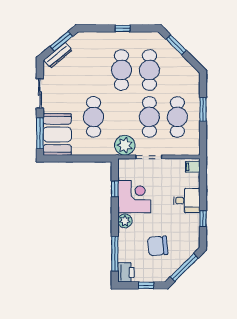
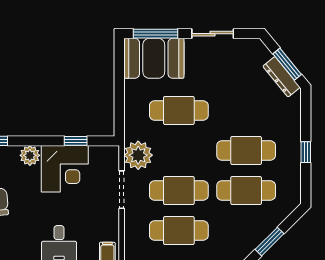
window: (176, 45) -> (270, 242), moved
dresser: (58, 55) -> (281, 77), moved

